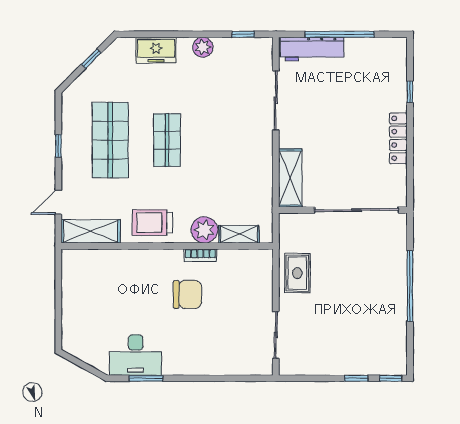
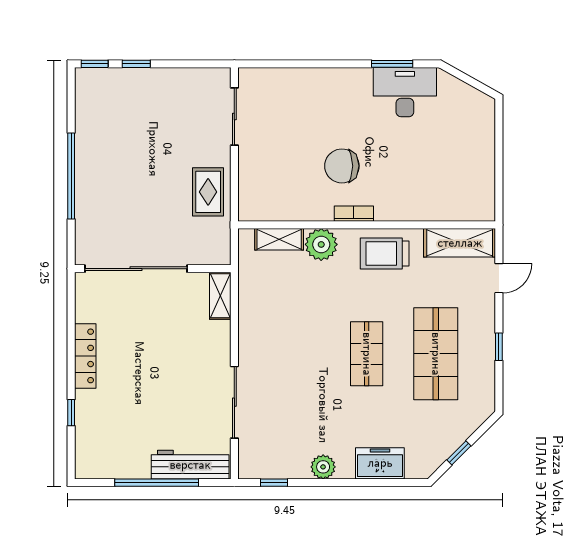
shelving: (290, 178) -> (220, 296), width x0.67, depth x0.75
trolley: (152, 223) -> (385, 253), turned 180
bookcase: (200, 255) -> (354, 214), moved

